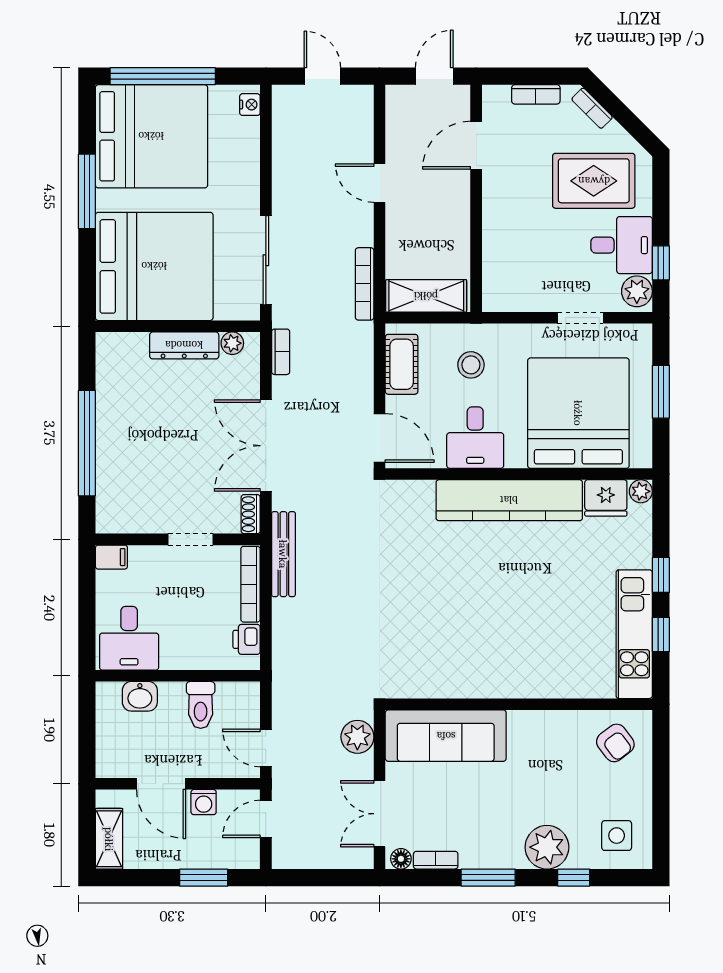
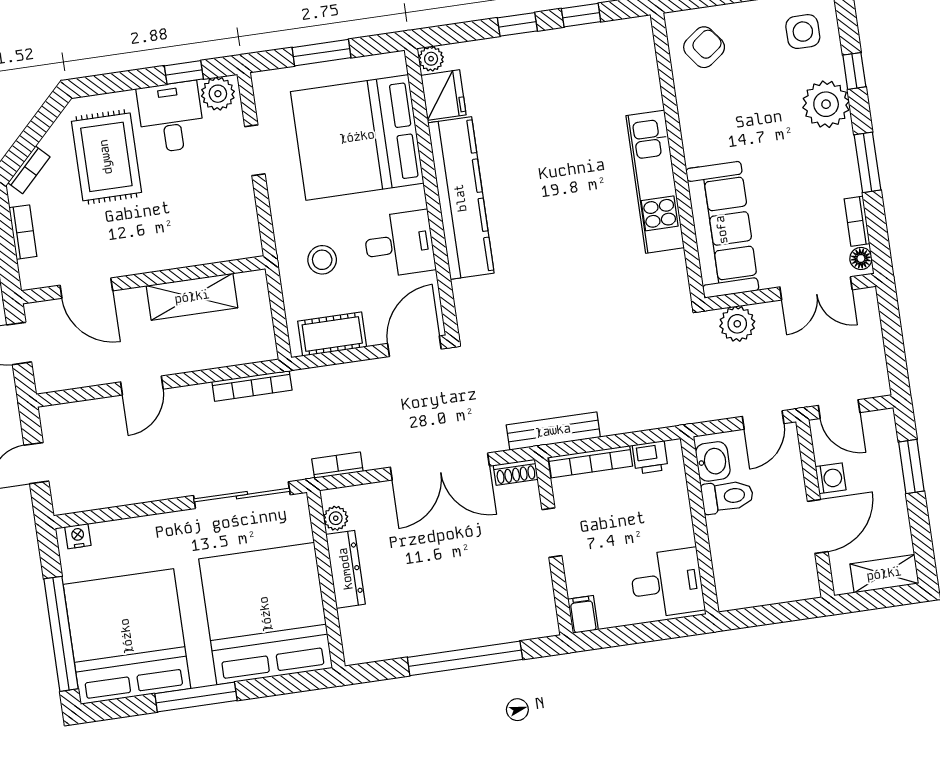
shelving: (426, 296) -> (192, 297), moved, turned 90
kitchen unit: (634, 634) -> (655, 182), moved, turned 90
washbasin: (140, 696) -> (713, 461), moved

